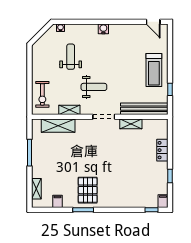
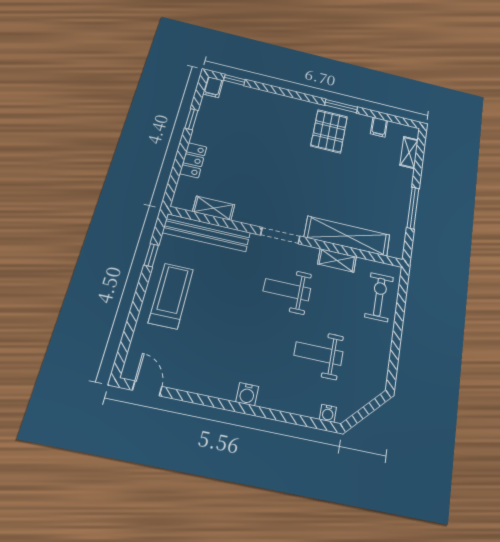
weight bench: (71, 57) -> (318, 354), turned 90
shelving: (131, 124) -> (214, 208), moved
shelving: (58, 126) -> (347, 236), width x1.47

